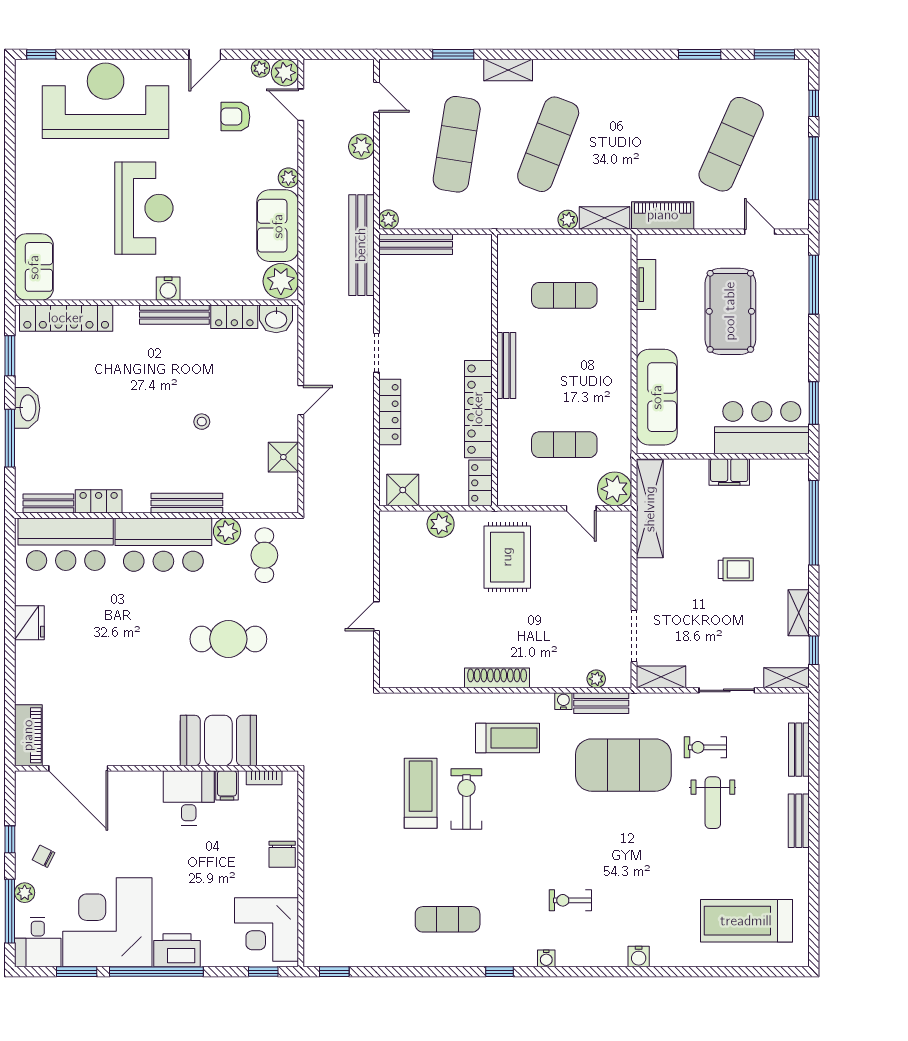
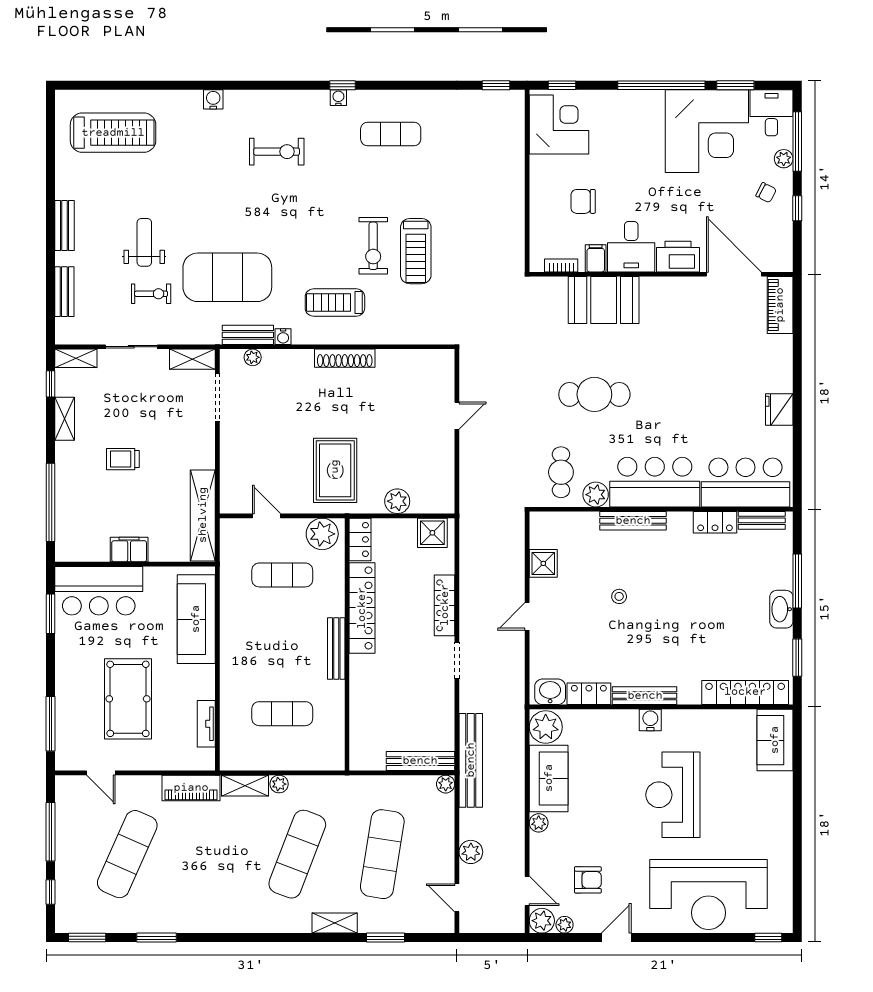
plant: (615, 489) -> (322, 534), moved
chair: (282, 854) -> (583, 201), moved, turned -90
exercise bike: (570, 900) -> (277, 152), width x1.38, depth x1.39
printer: (177, 950) -> (678, 257), moved, turned 180
water cooler: (546, 958) -> (338, 98), moved

